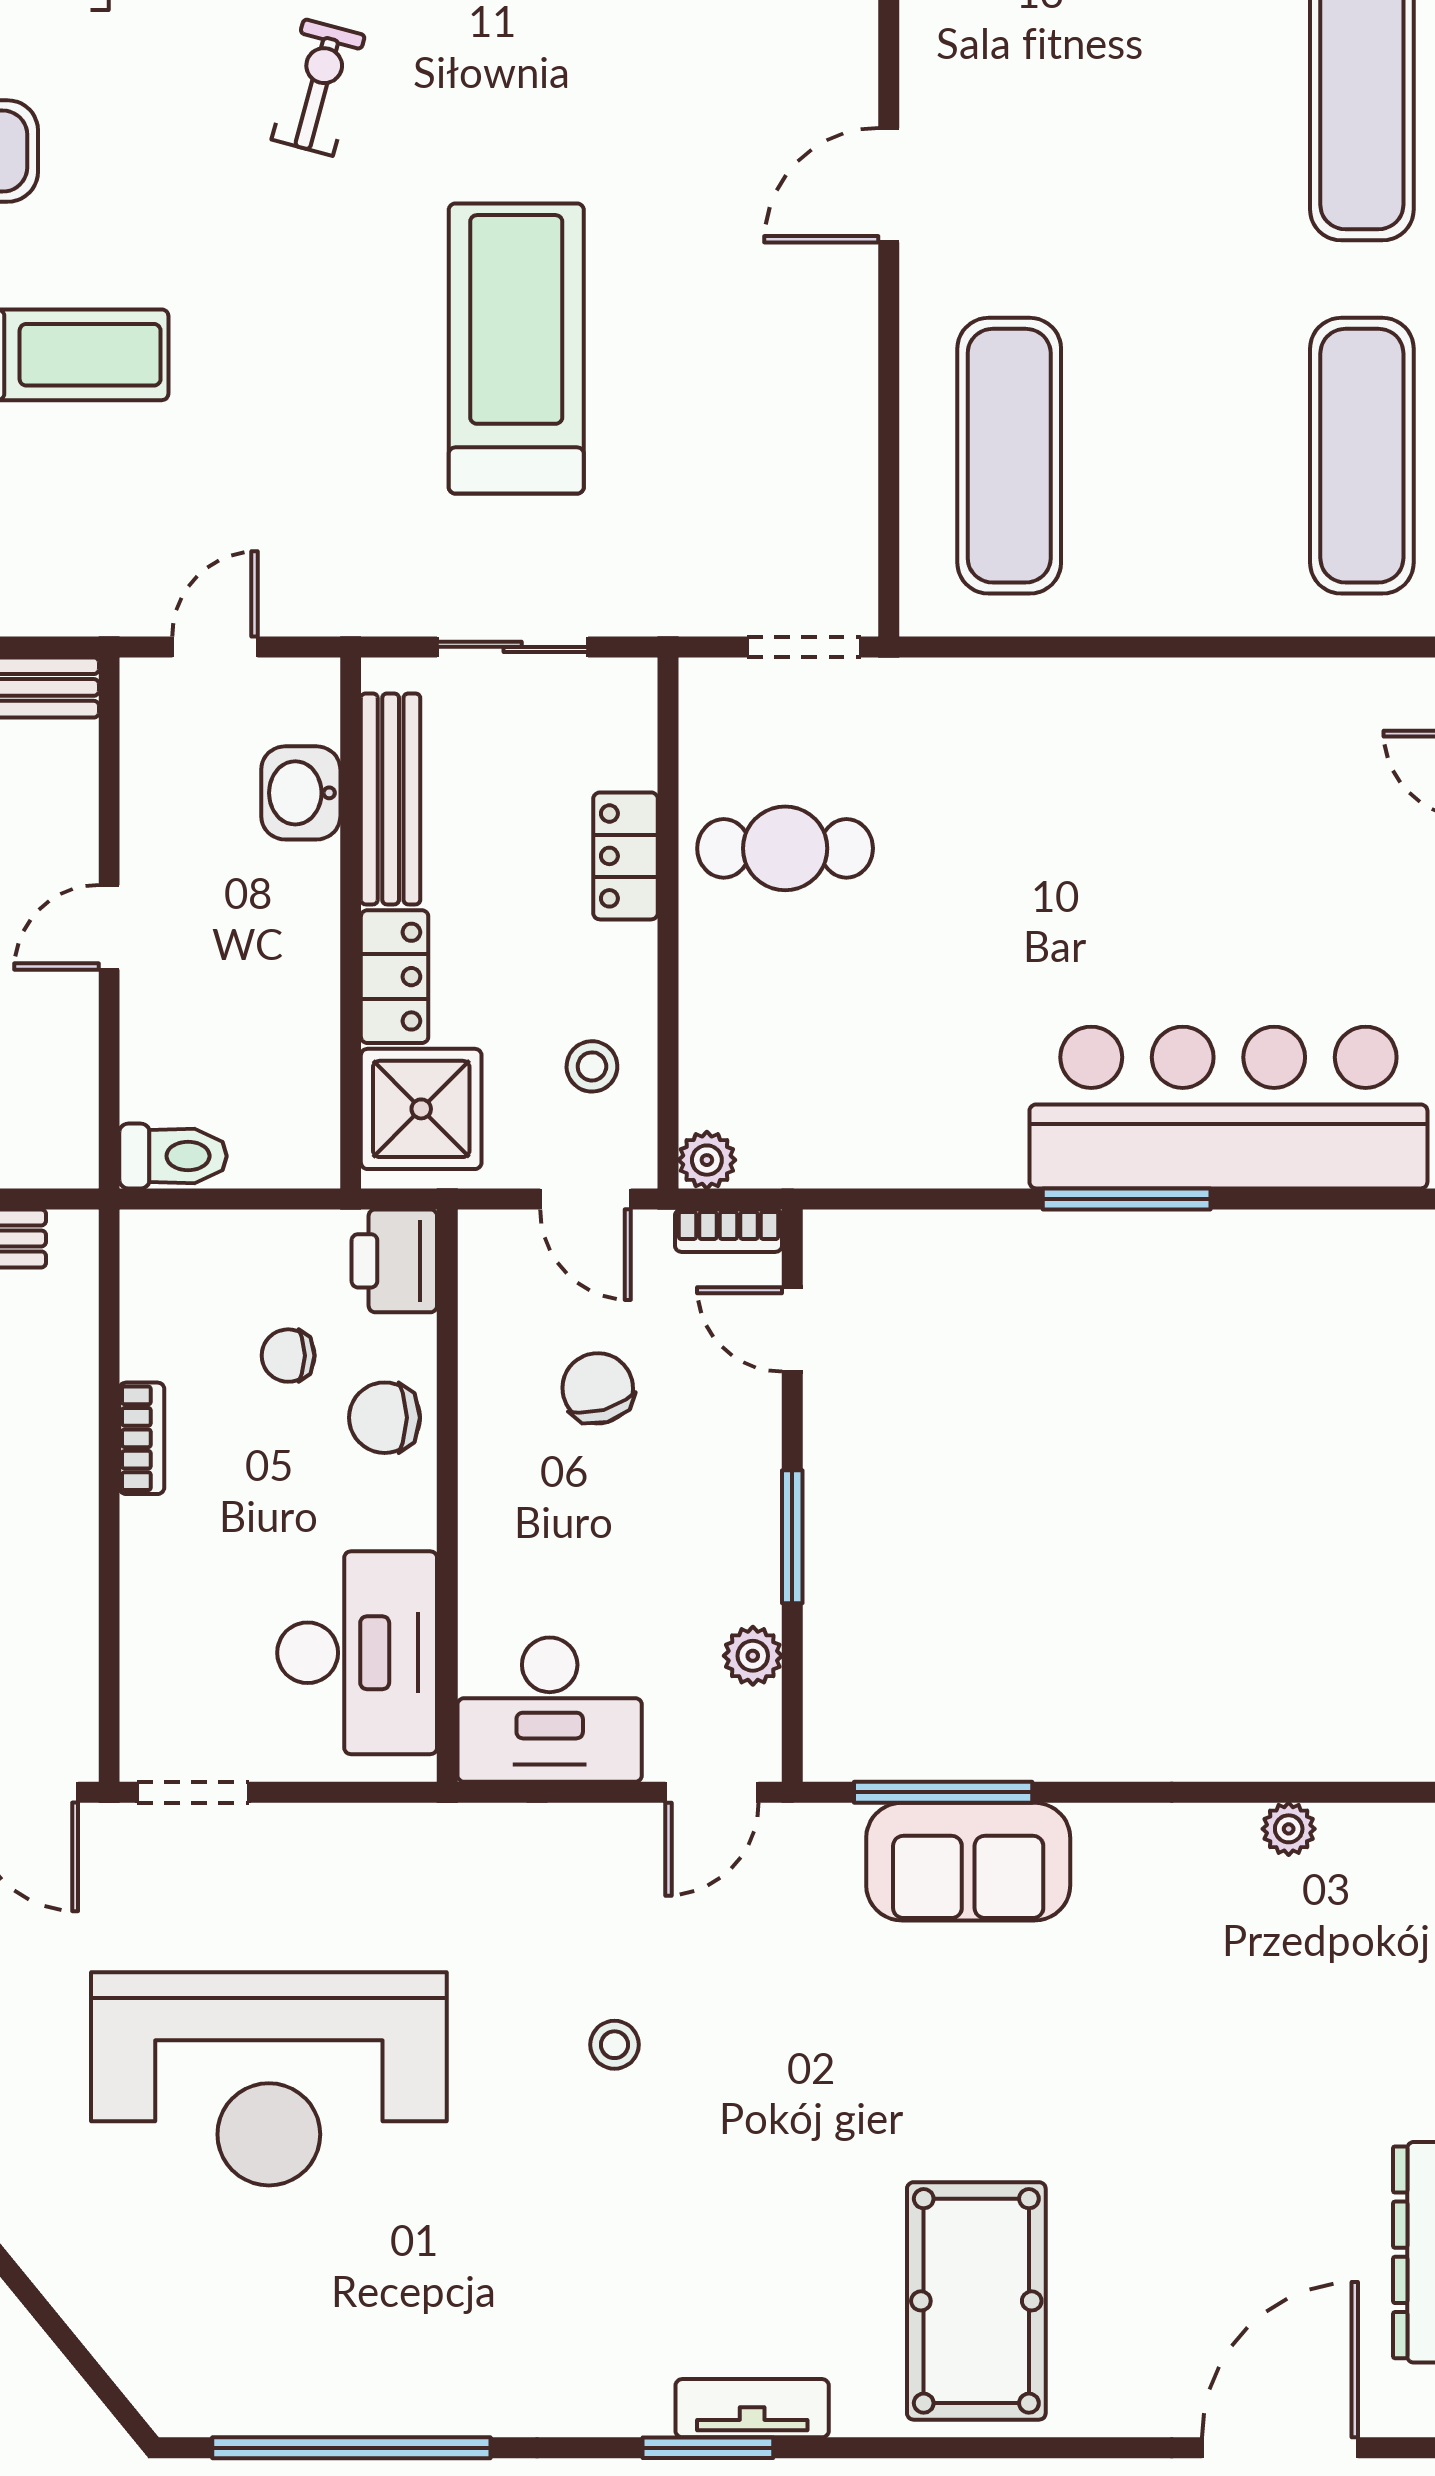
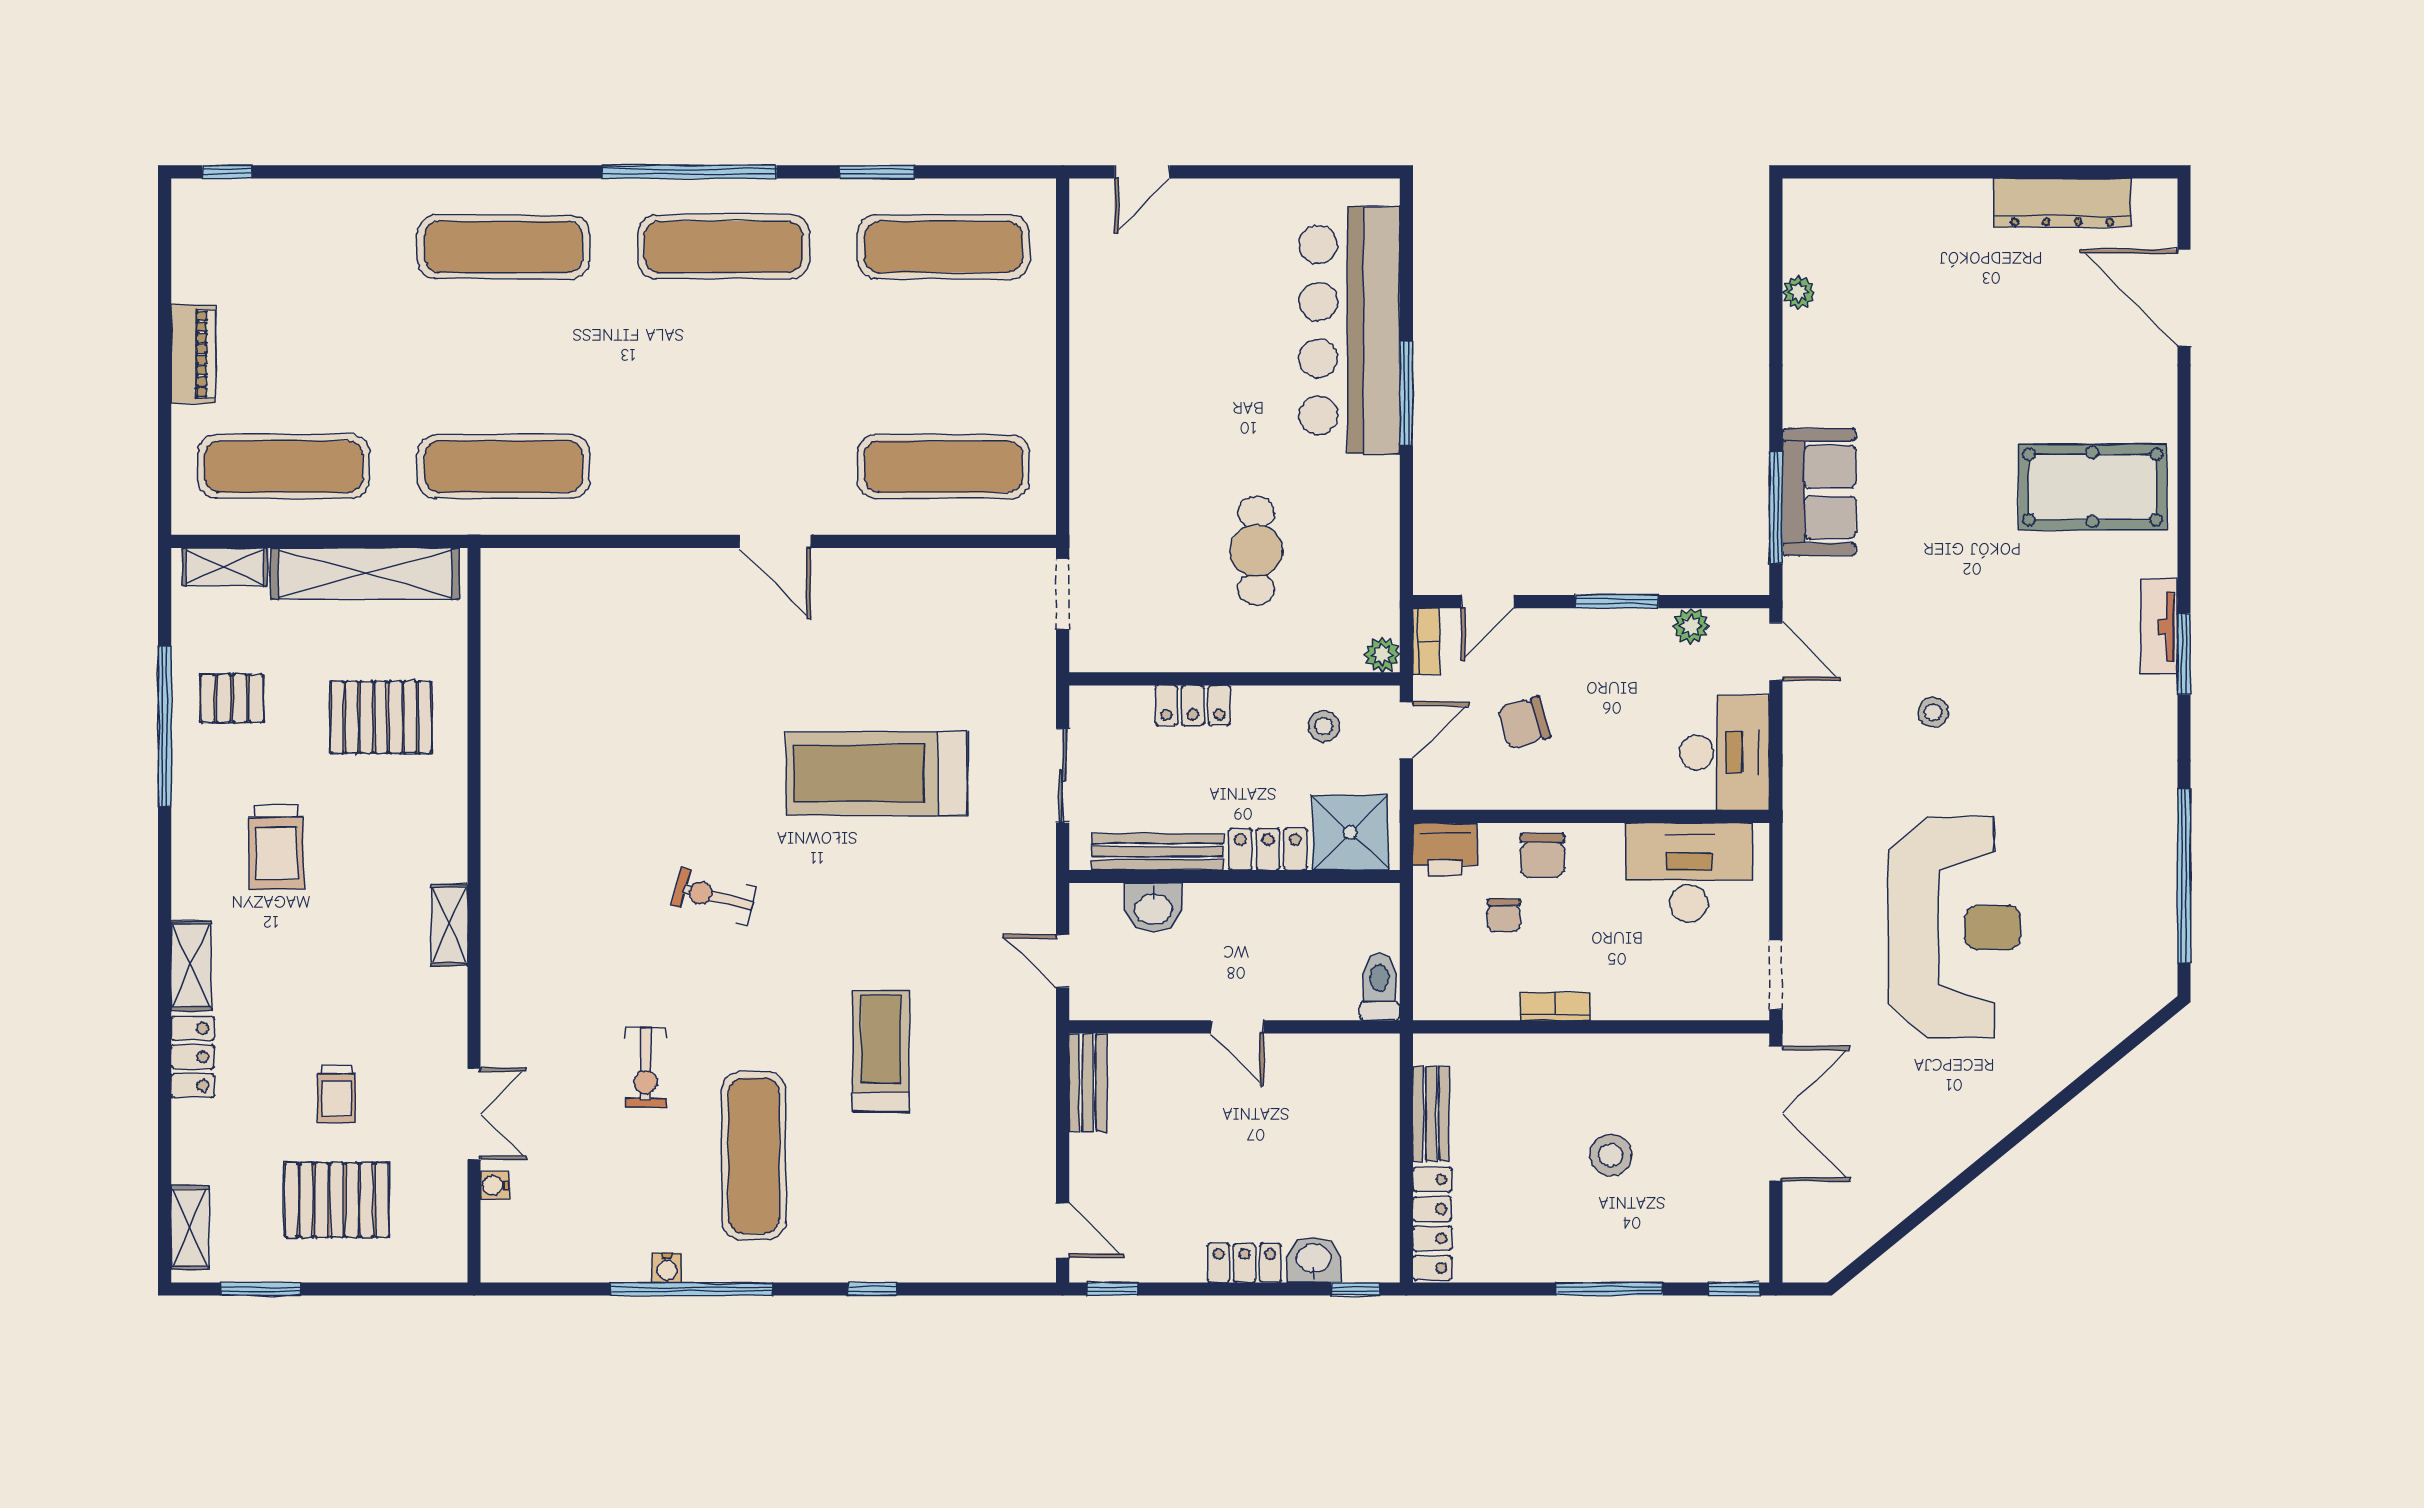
cafe table: (785, 848) -> (1256, 551), moved

